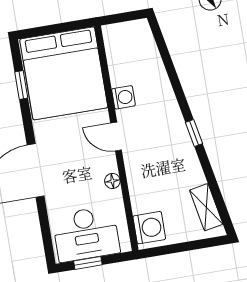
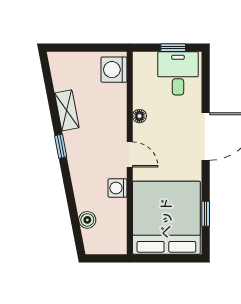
boiler: (151, 56) -> (87, 220), added
shelving: (206, 207) -> (67, 110), moved
desk: (86, 234) -> (178, 73), width x0.73

